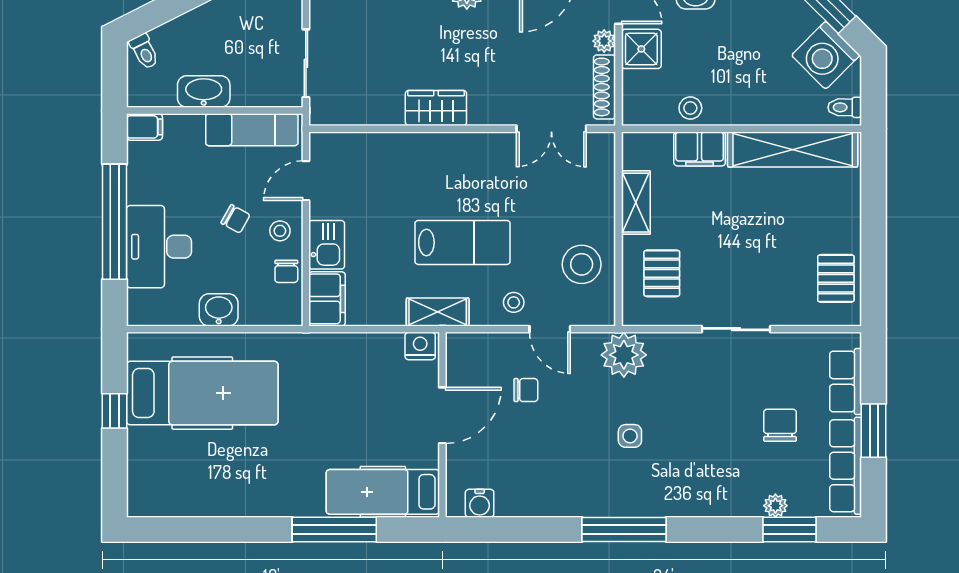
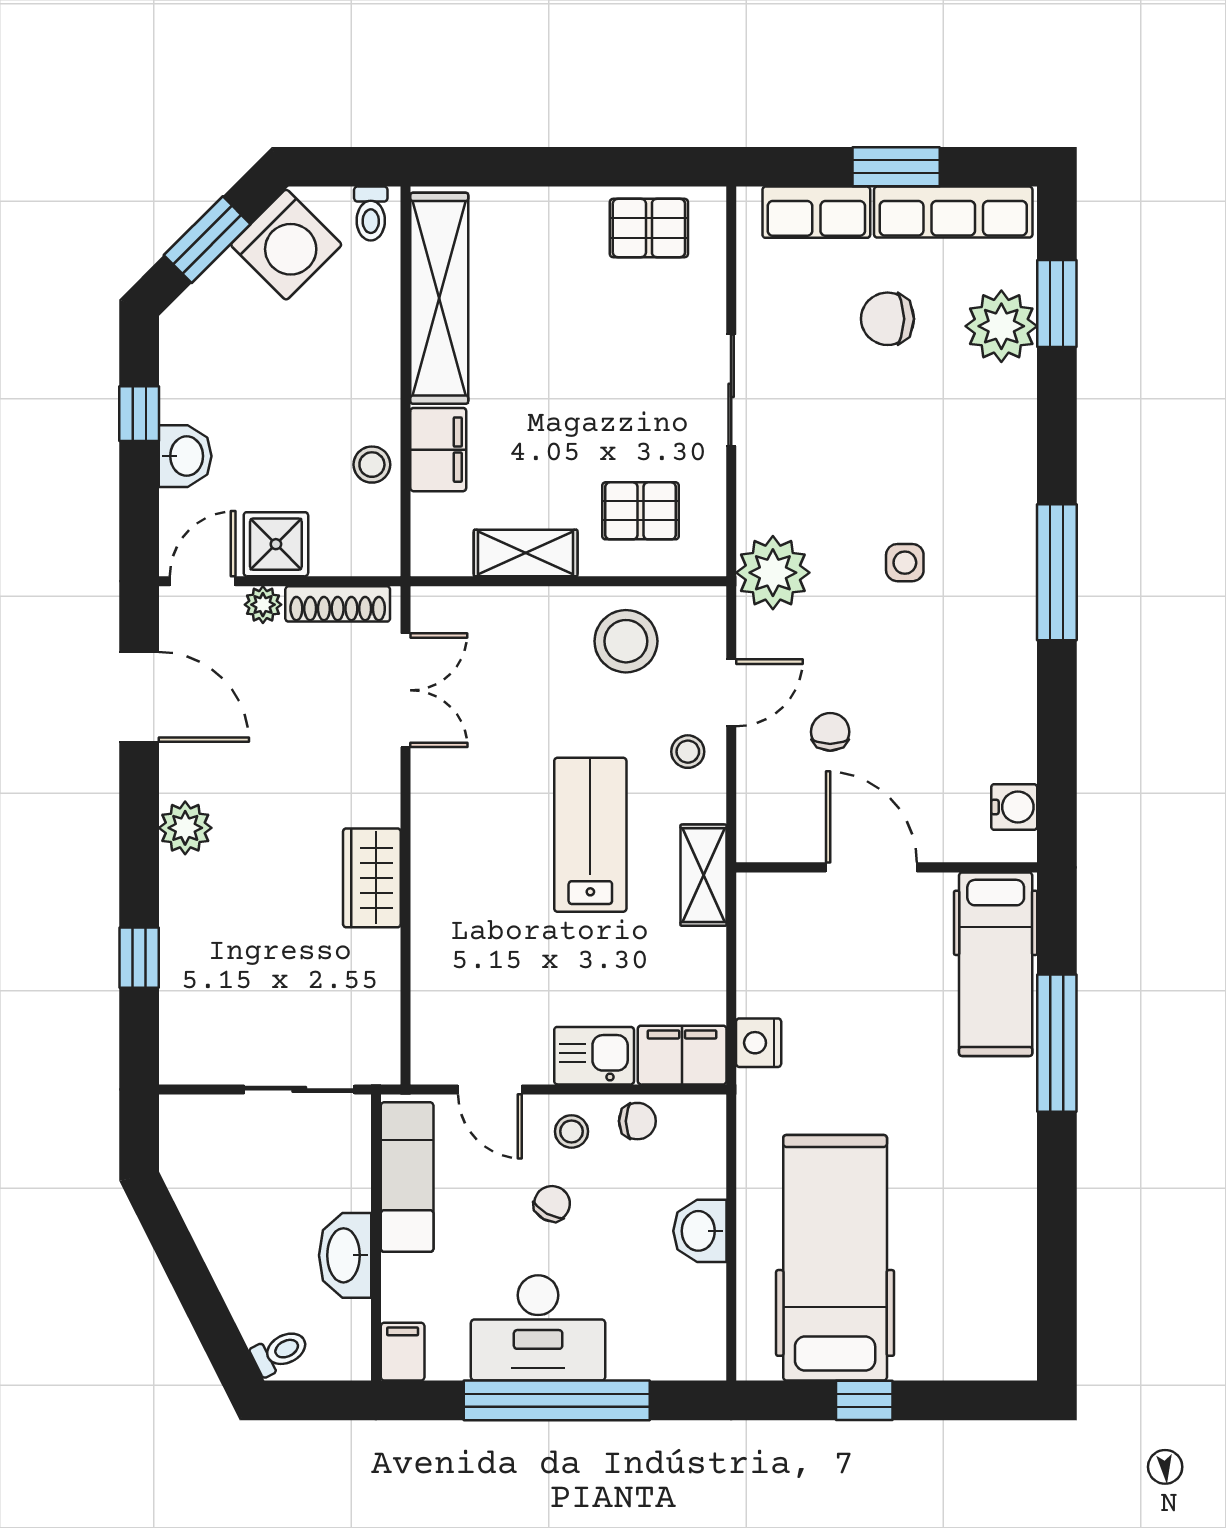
desk: (159, 247) -> (538, 1328), moved
nightstand: (420, 346) -> (759, 1043), moved
plant: (775, 506) -> (1001, 326), width x1.88, depth x1.88

